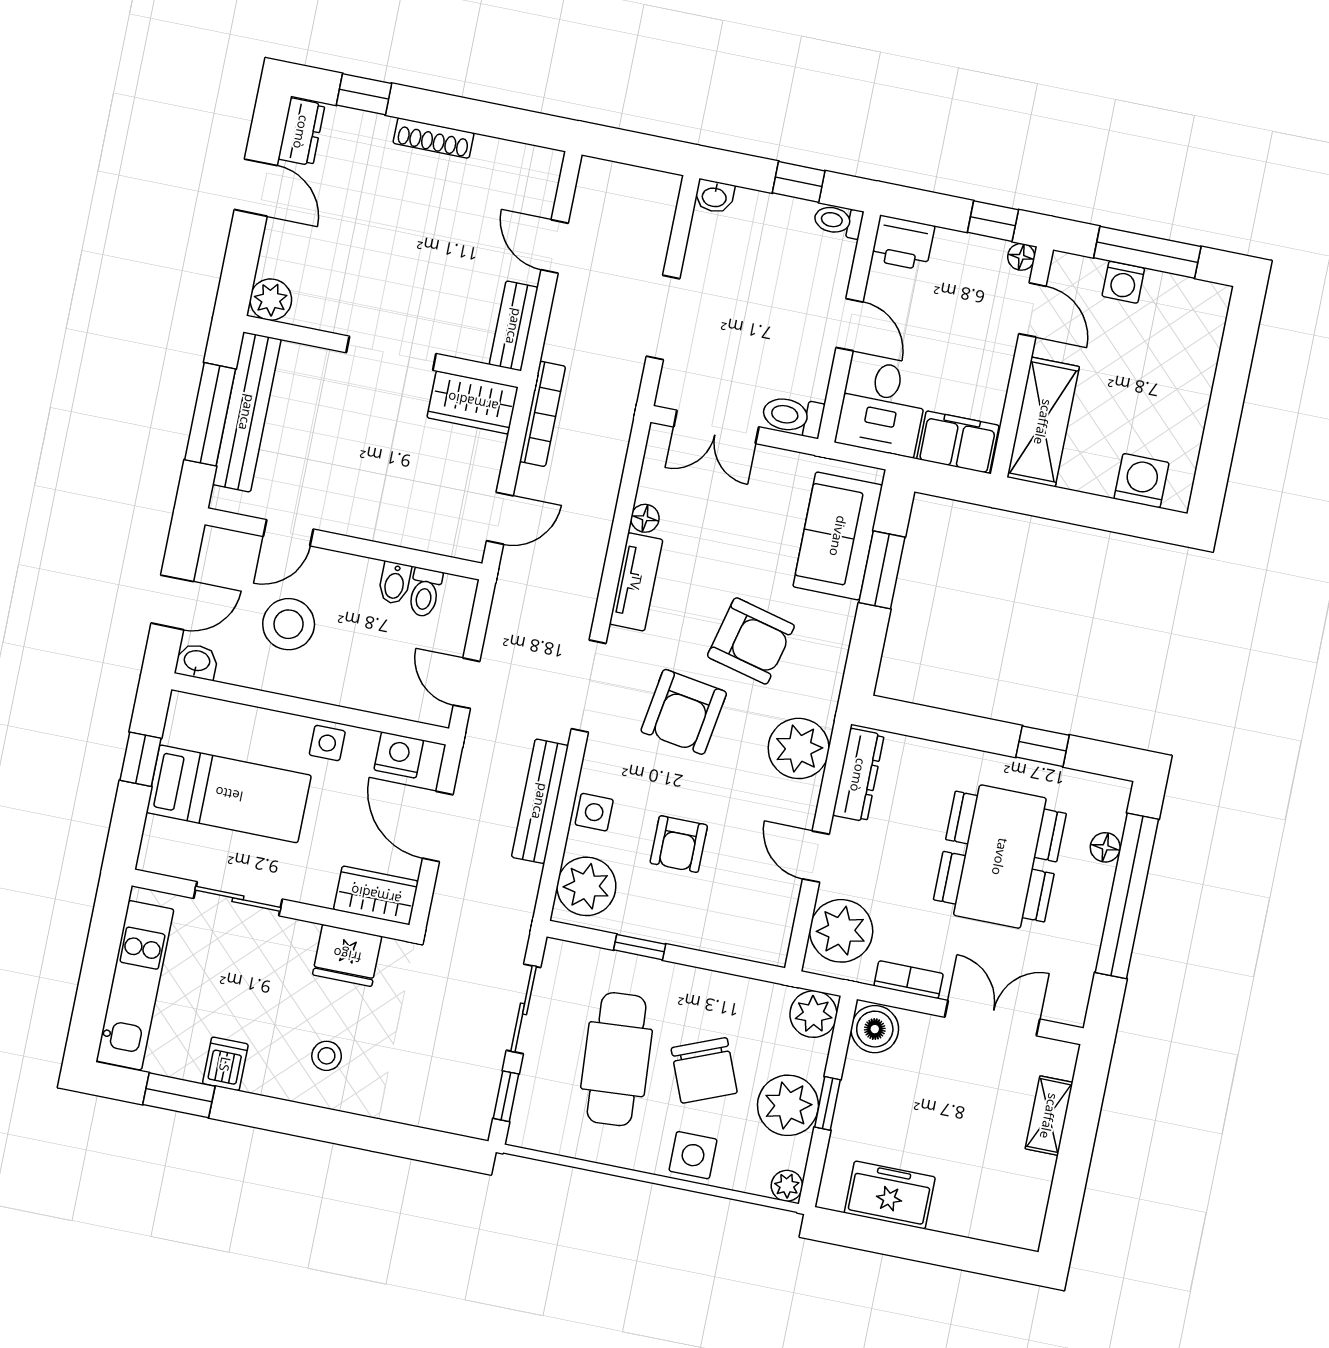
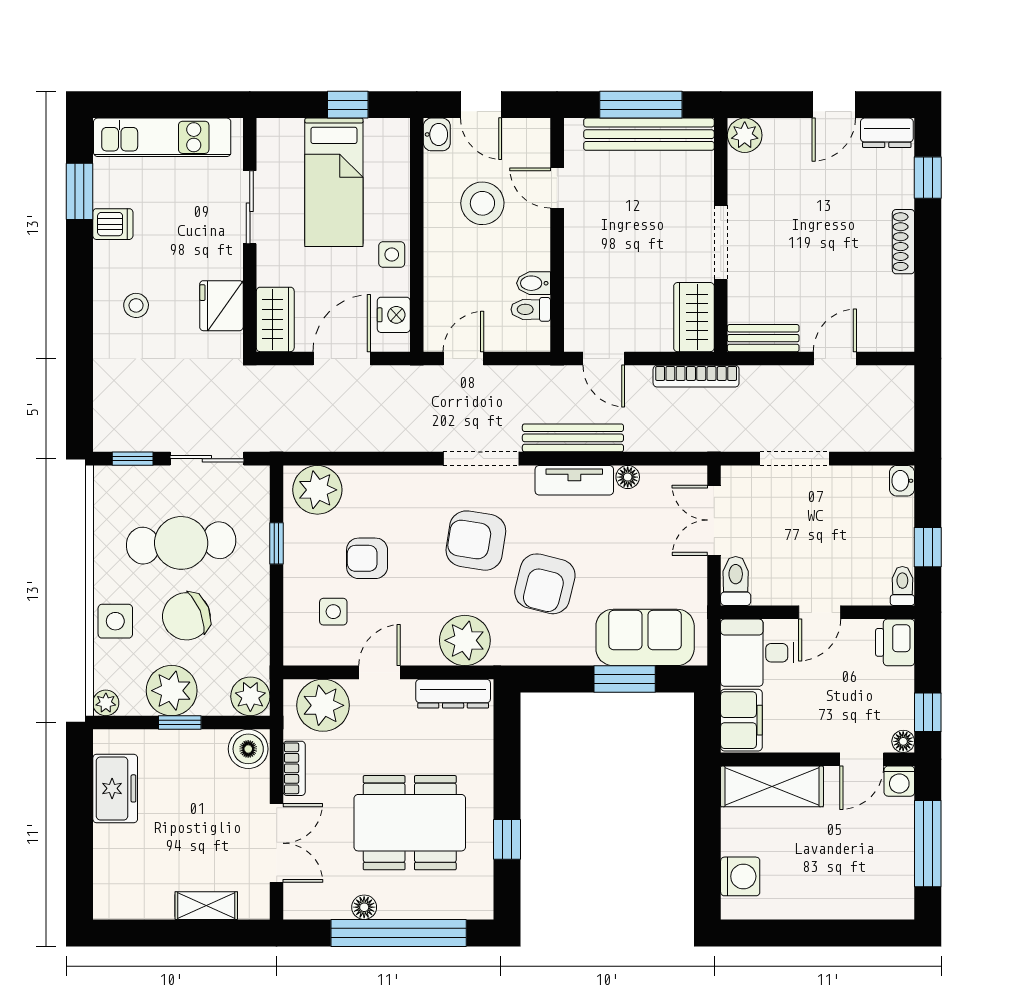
washing machine: (1123, 282) -> (899, 781), moved, turned -90
bench: (540, 801) -> (573, 438), moved
side table: (594, 812) -> (333, 612), moved
floor lamp: (1105, 847) -> (364, 907), moved

